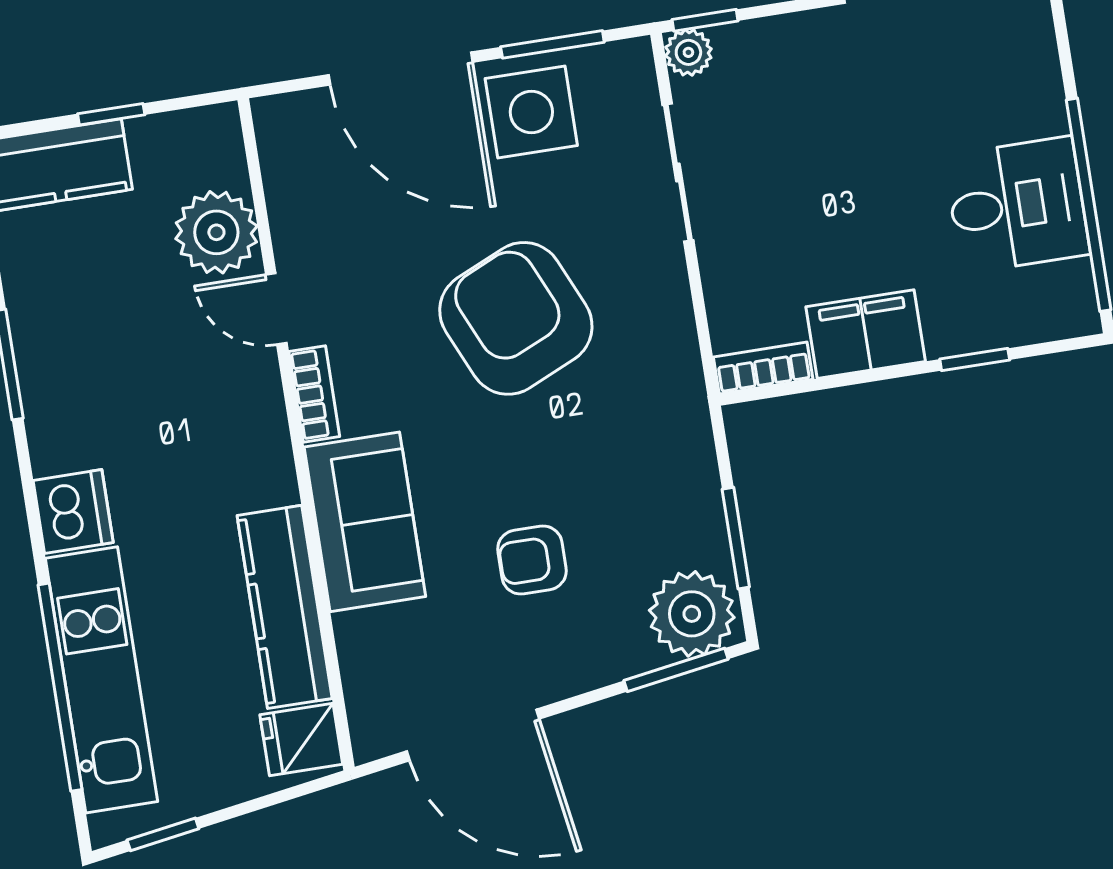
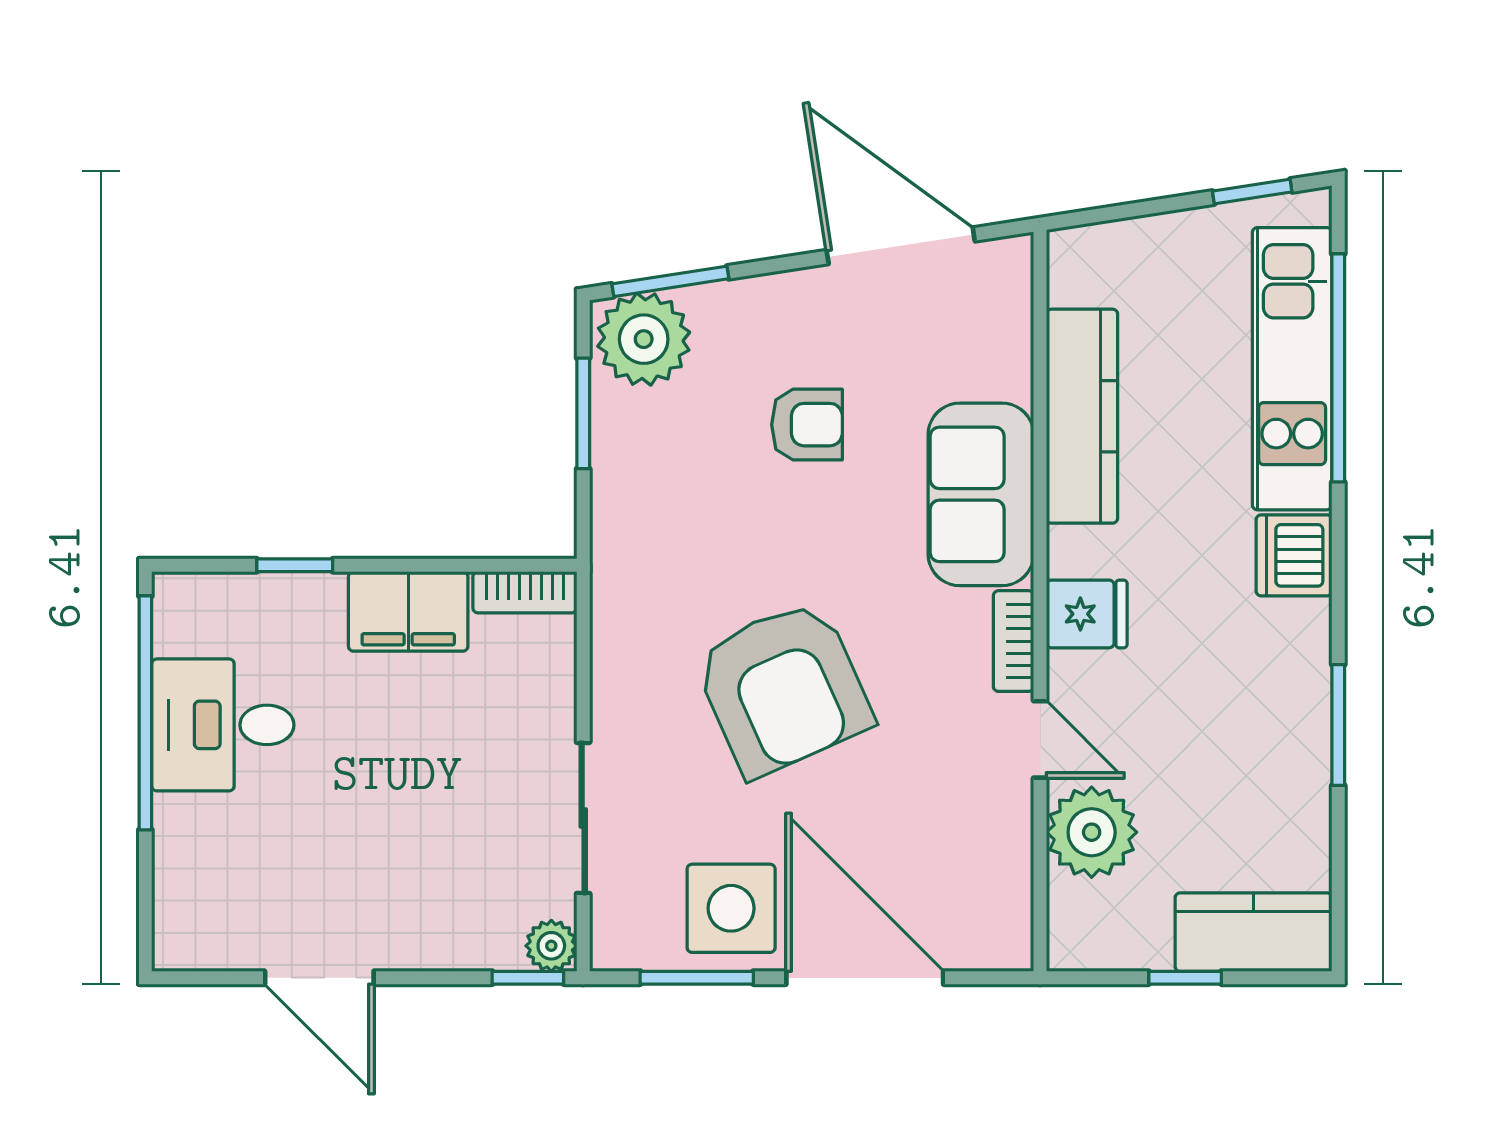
fridge: (301, 739) -> (1087, 614), moved

